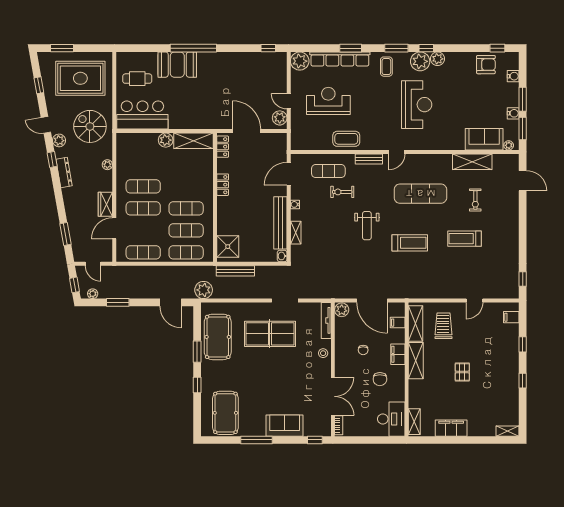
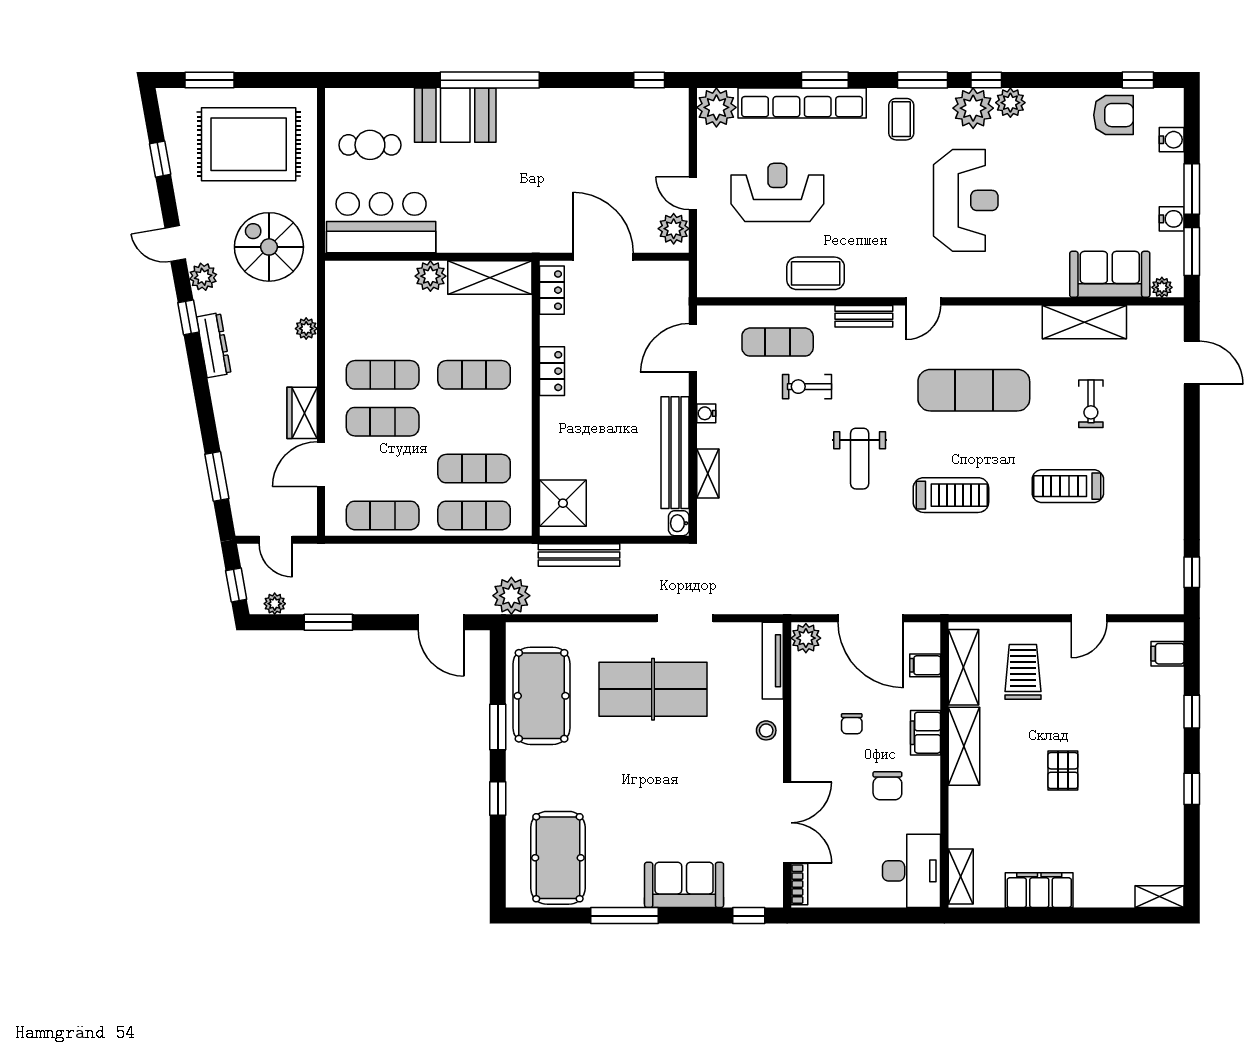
exercise mat: (186, 208) -> (474, 375), moved

